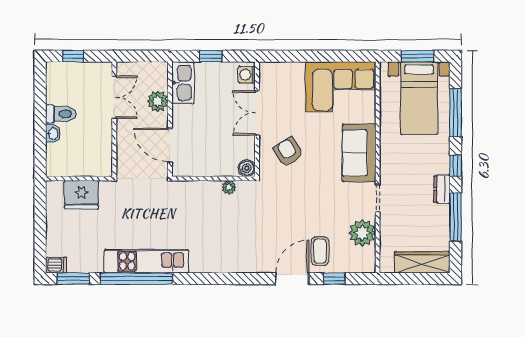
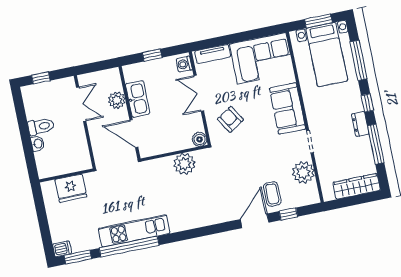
tv unit: (283, 70) -> (213, 54), added
kitchen sink: (183, 83) -> (138, 99), moved
plant: (229, 187) -> (184, 164), width x1.88, depth x1.88

